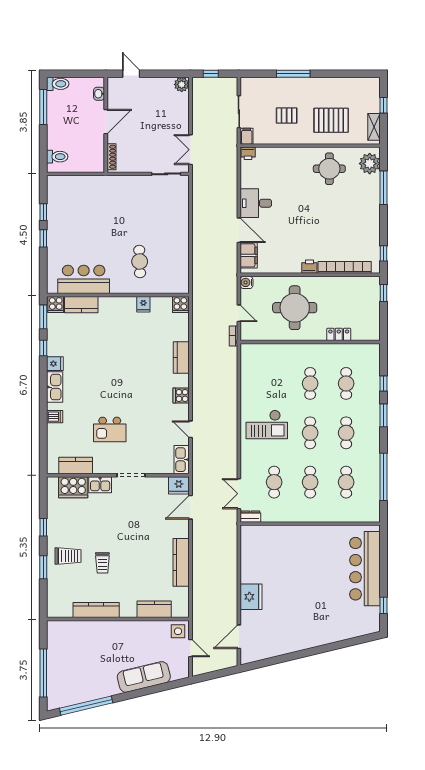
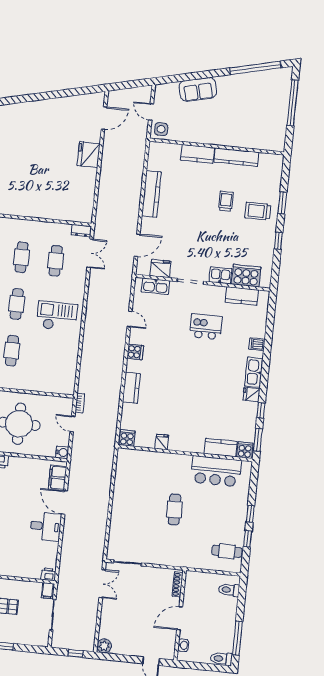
cafe table: (63, 197) -> (227, 551), added
cafe table: (140, 262) -> (174, 510), moved
kitchen sink: (182, 460) -> (155, 286), moved, turned 90
fridge: (179, 485) -> (161, 269), moved
kitchen counter: (154, 609) -> (197, 154), moved
sofa: (144, 677) -> (198, 89), width x0.73

